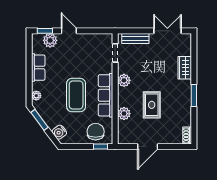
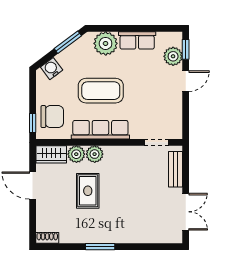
wardrobe: (185, 68) -> (51, 154), moved, turned 180
plant: (124, 80) -> (95, 154), moved
plant: (36, 96) -> (106, 43), width x1.88, depth x1.88
rug: (152, 105) -> (88, 191), turned 90

